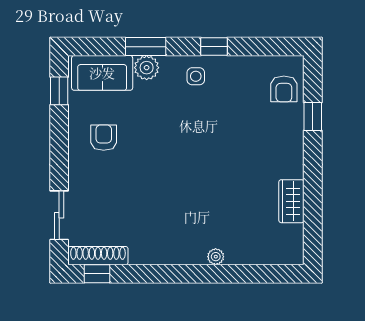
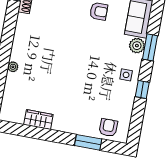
armchair: (284, 89) -> (108, 128), turned 90
window: (313, 116) -> (88, 142), width x1.50

